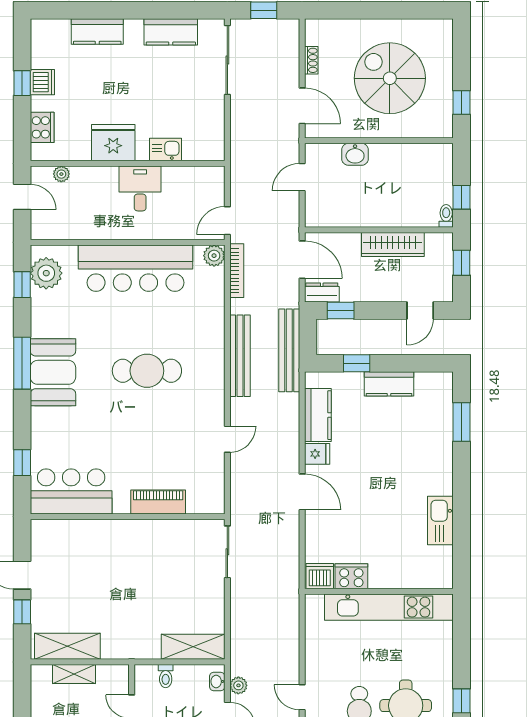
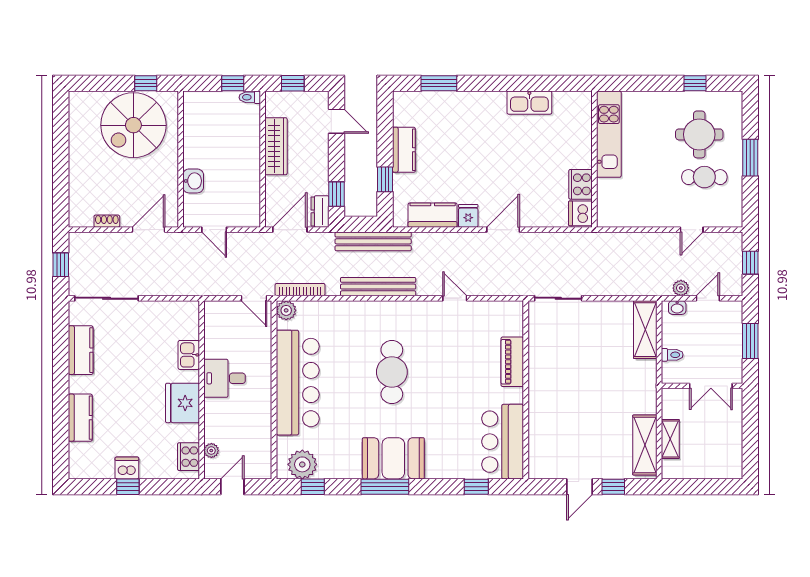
spiral stairs: (390, 78) -> (133, 125), moved
cooker: (42, 127) -> (188, 457), moved, turned -90
kitchen unit: (389, 607) -> (609, 134), width x0.73

